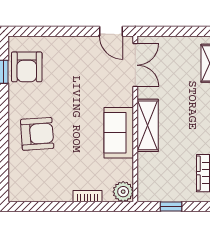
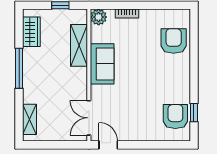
shelving: (148, 125) -> (79, 45), moved
armchair: (37, 134) -> (174, 41), moved, turned 94

